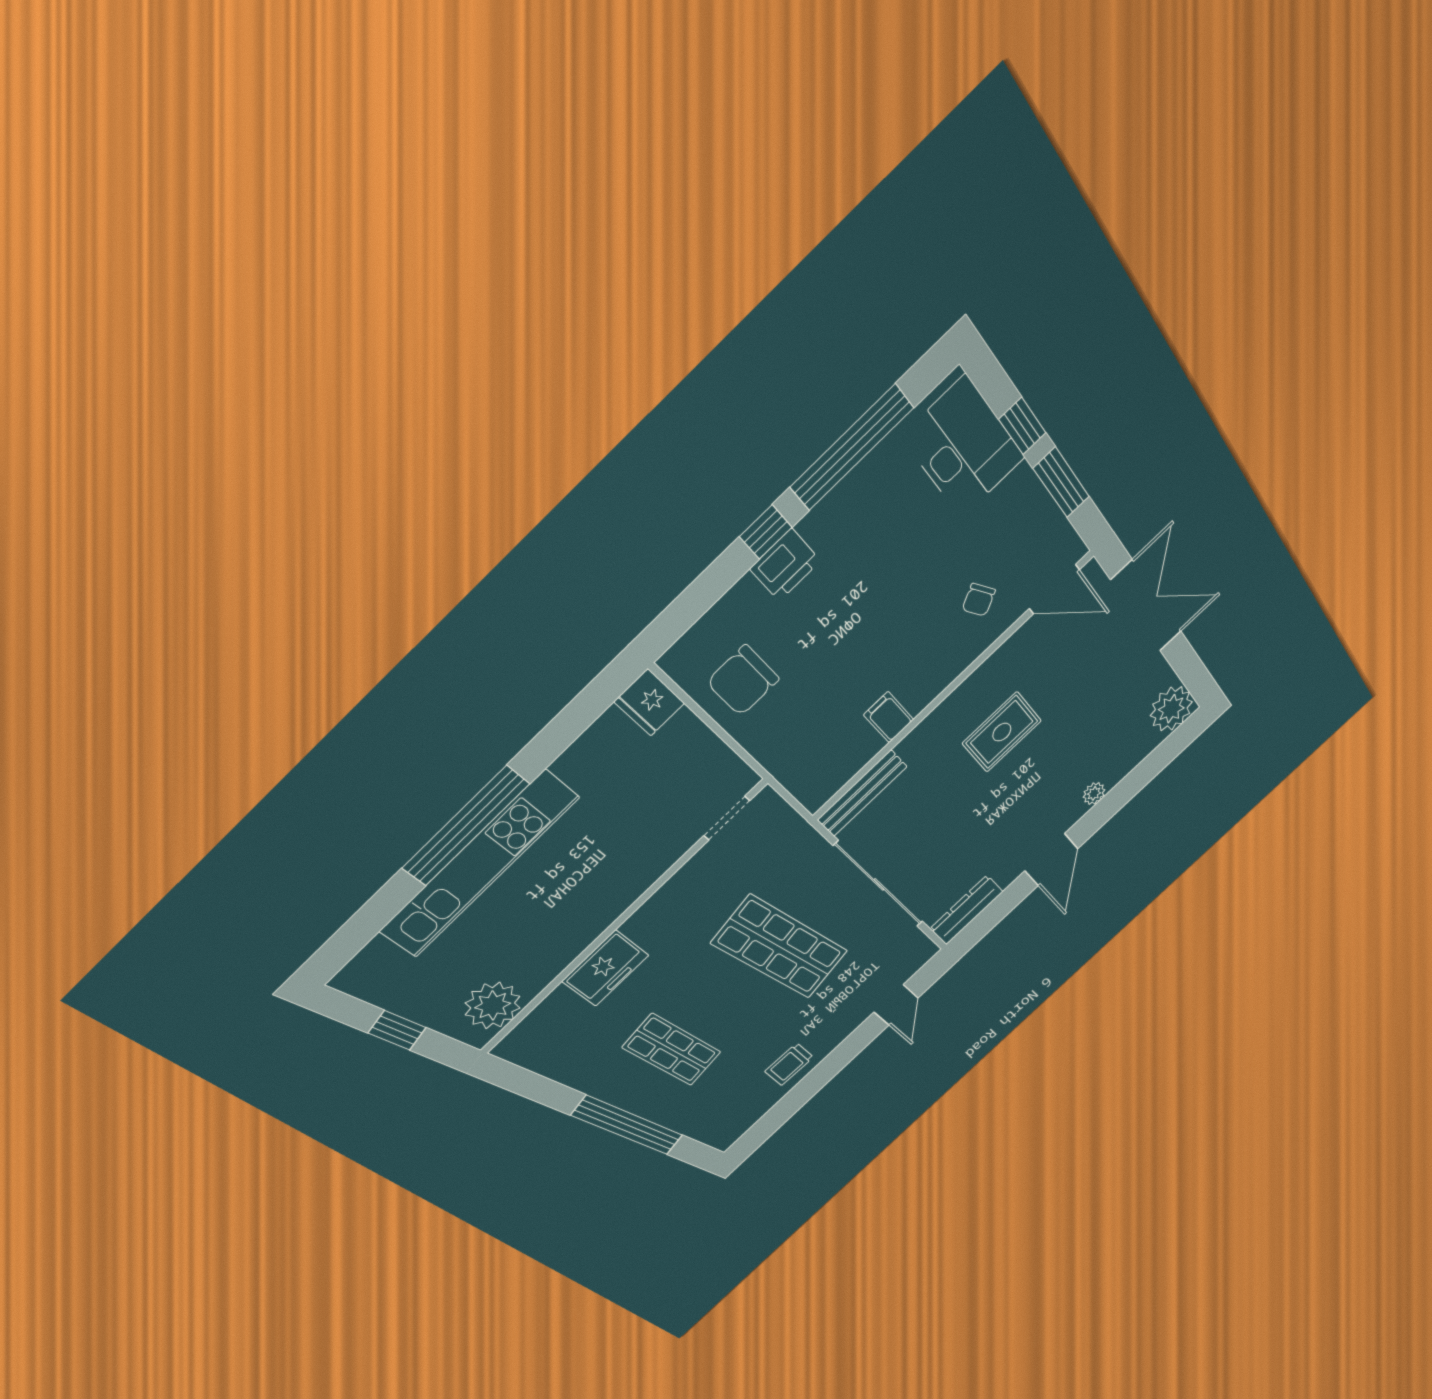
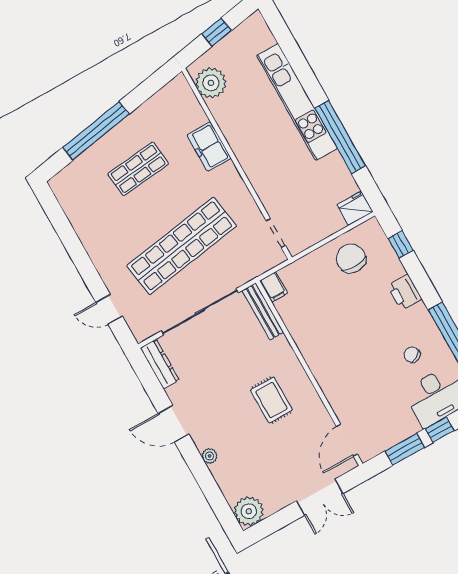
window: (766, 532) -> (401, 244), moved
chair: (979, 600) -> (412, 355), moved
double door: (1146, 606) -> (320, 497), width x0.73
filing cabinet: (889, 717) -> (274, 287), moved, turned 90
window: (466, 826) -> (340, 137), moved
shop shelf: (780, 947) -> (182, 246), width x1.40
trolley: (789, 1064) -> (95, 235), removed

